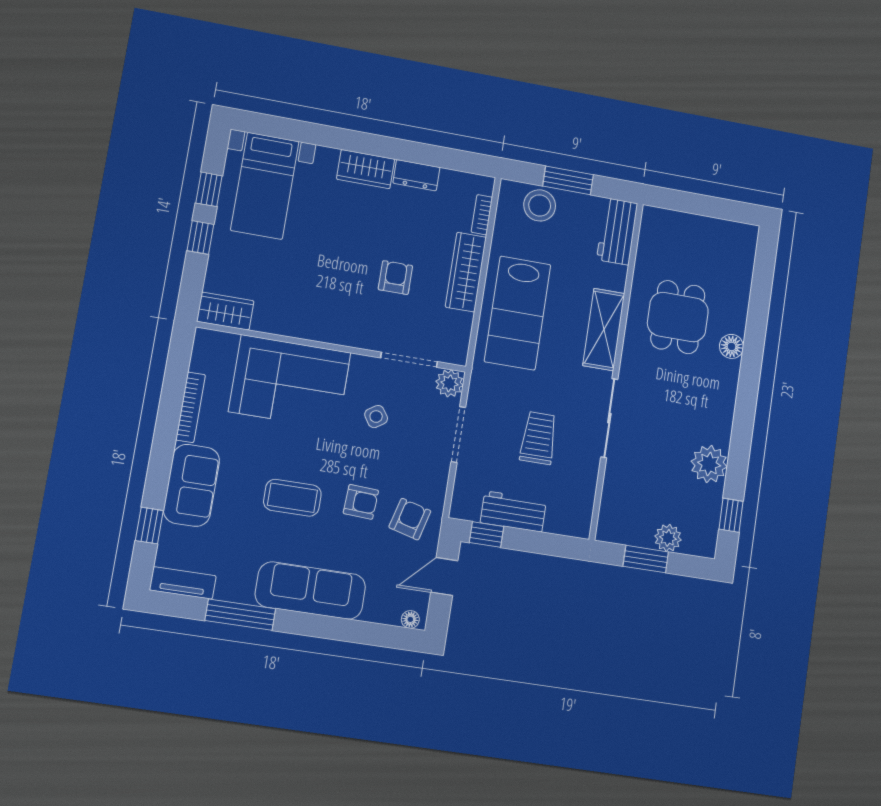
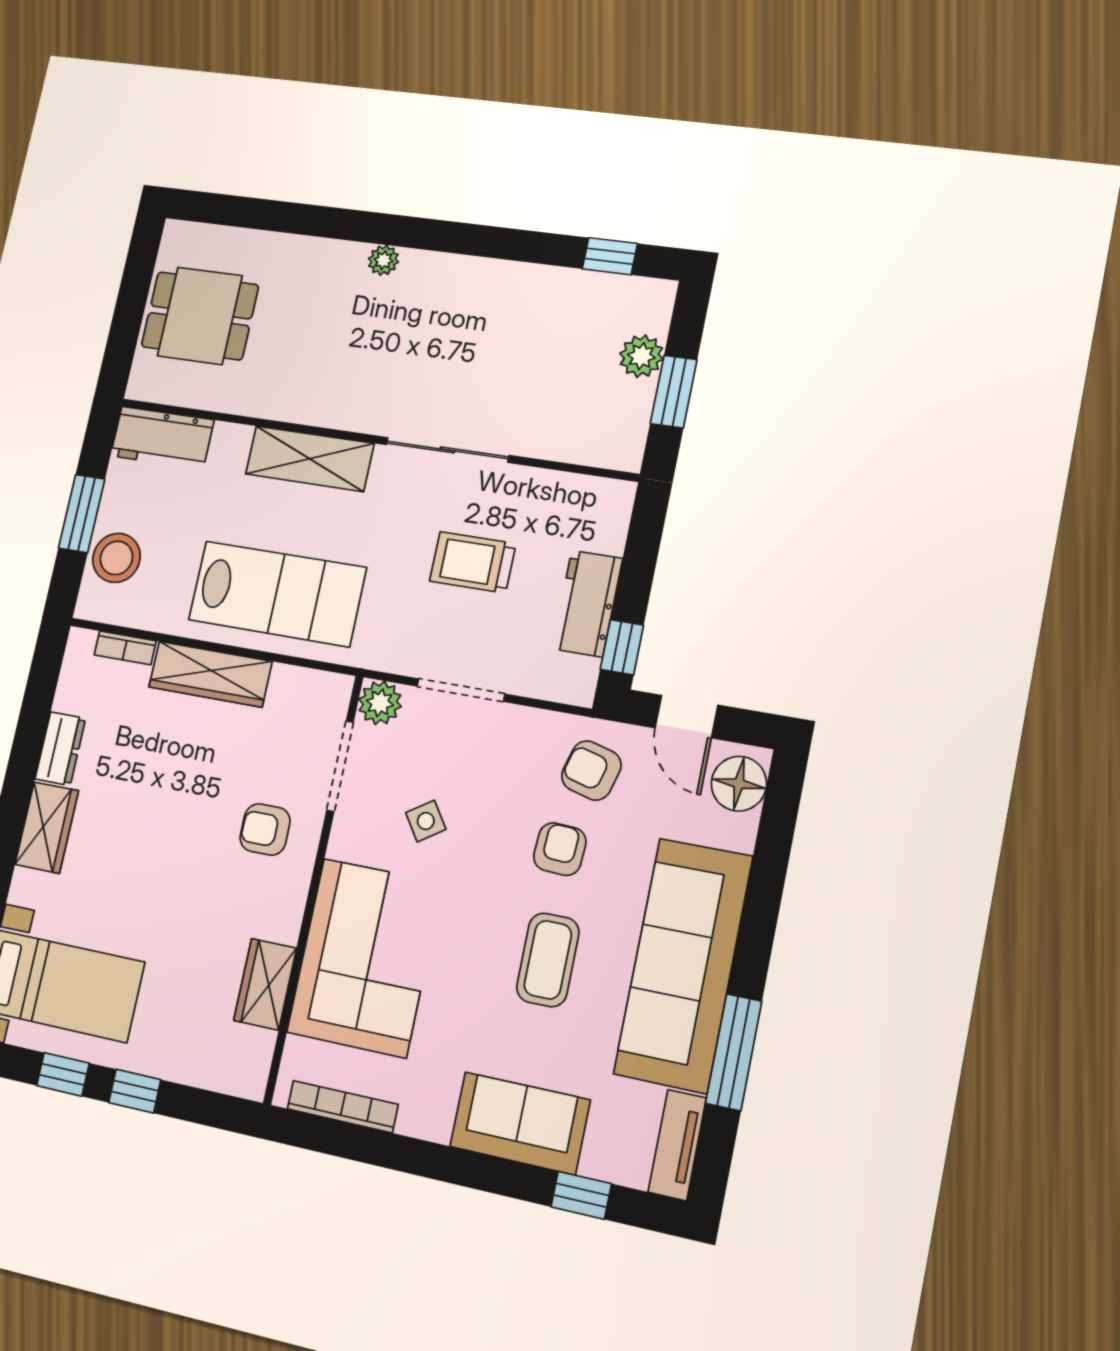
armchair: (395, 278) -> (265, 829), moved
wardrobe: (225, 311) -> (265, 984), moved
dining table: (678, 317) -> (200, 316), moved
floor lamp: (731, 346) -> (346, 259), removed
bookcase: (191, 407) -> (343, 1107), moved
plant: (709, 464) -> (383, 260), moved, width x0.53, depth x0.53
sofa: (310, 591) -> (683, 965), width x1.36, depth x1.27
floor lamp: (410, 619) -> (739, 784), width x1.89, depth x1.89

